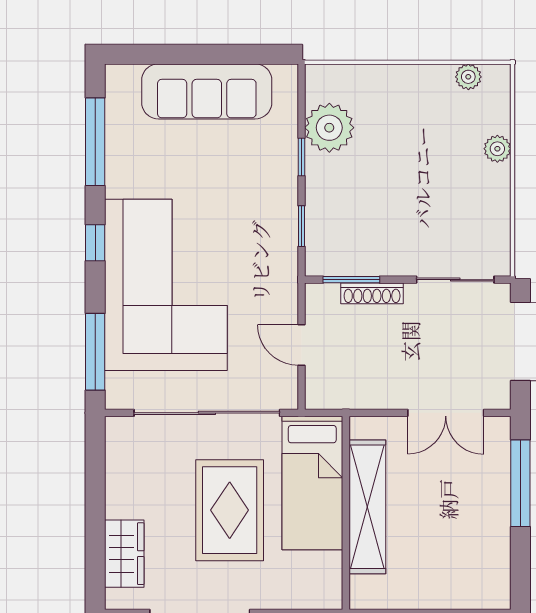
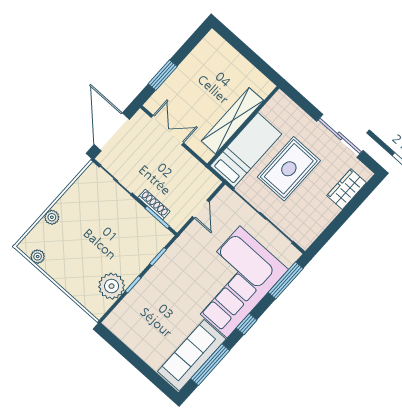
sofa: (207, 91) -> (192, 355), moved, turned -90
window: (520, 483) -> (163, 75), width x0.69

